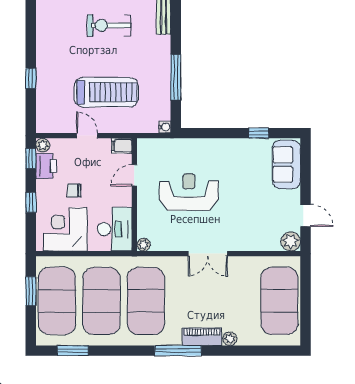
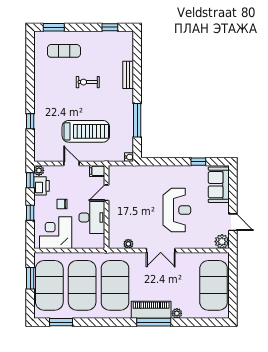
exercise bike: (109, 25) -> (88, 82), width x0.73, depth x0.72
reception desk: (189, 192) -> (177, 210), moved, turned 90
desk: (115, 229) -> (92, 217), moved
plant: (144, 245) -> (128, 244), moved
piano: (202, 337) -> (151, 310), width x1.37, depth x1.33
window: (178, 351) -> (154, 322), moved

